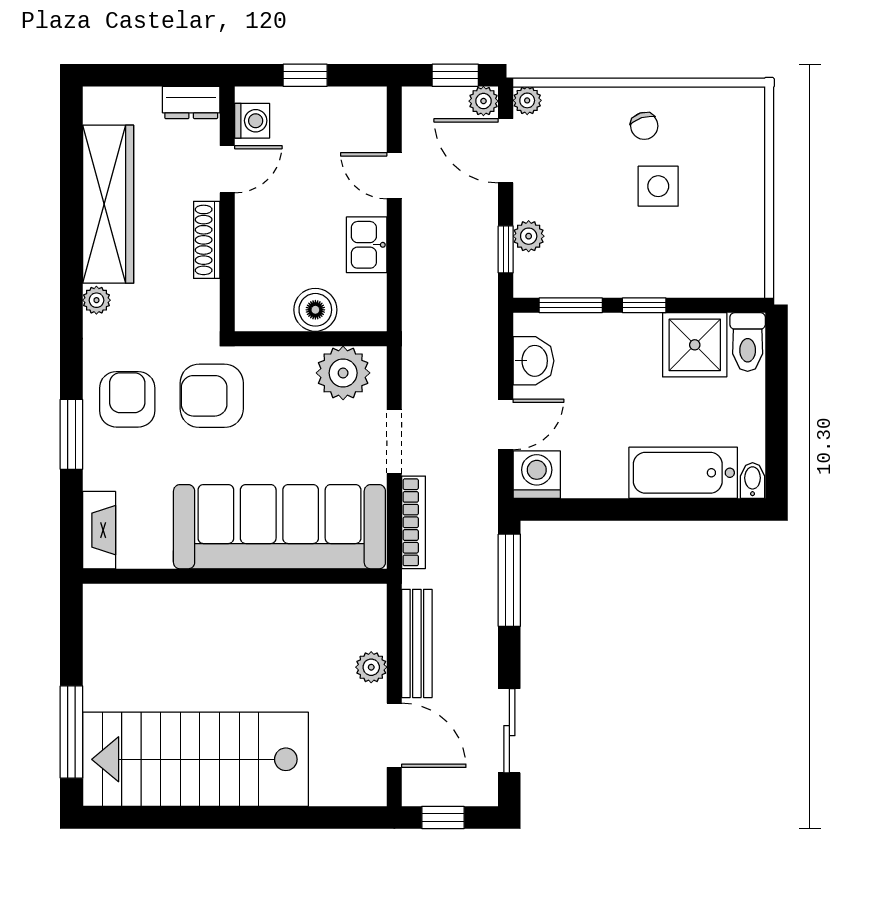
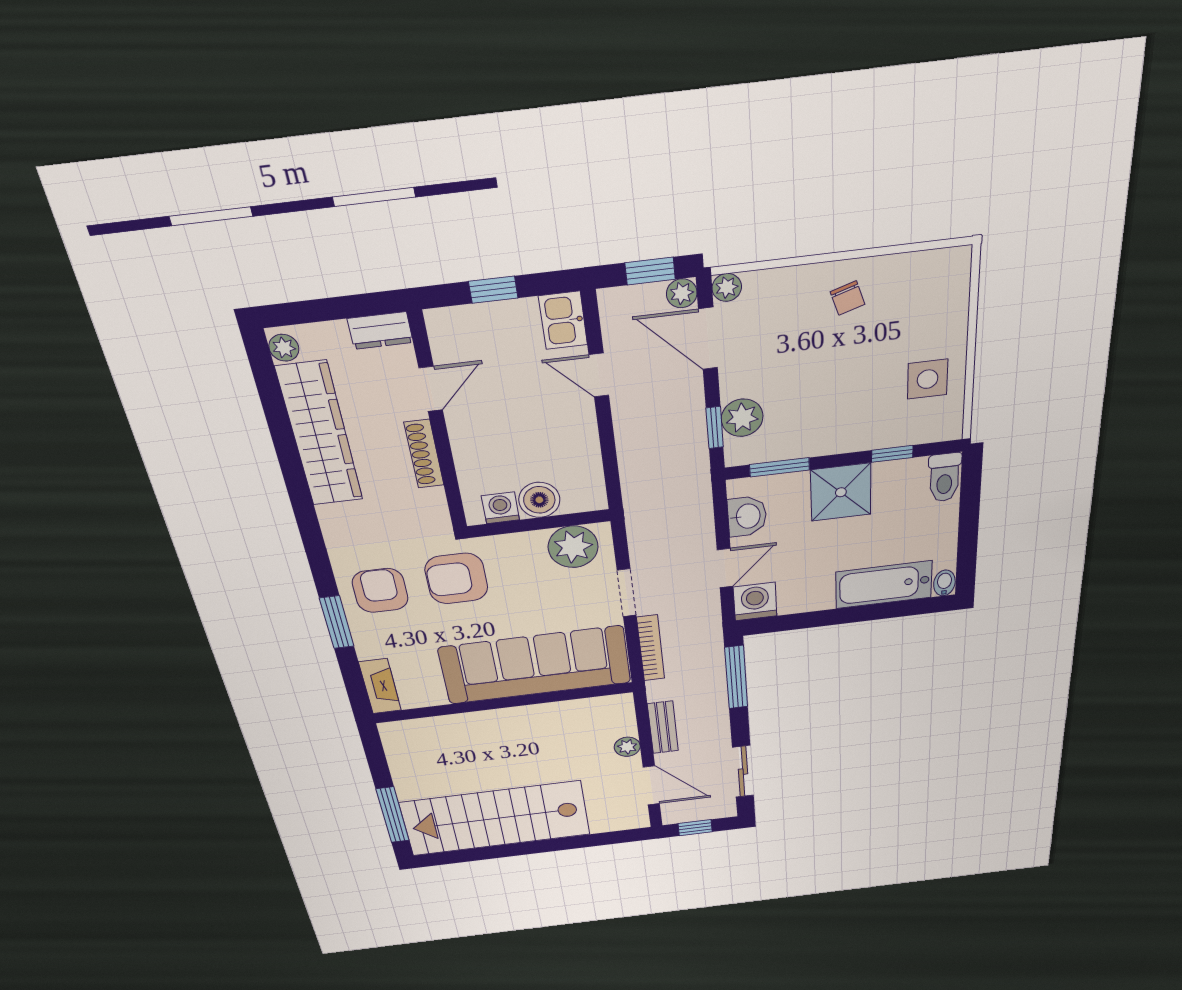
washing machine: (252, 121) -> (500, 508), moved, turned -90
side table: (658, 186) -> (928, 379), moved
plant: (529, 236) -> (742, 418), width x1.38, depth x1.38
kitchen sink: (367, 245) -> (563, 320), moved
plant: (96, 300) -> (284, 348), moved
window: (644, 305) -> (892, 454), moved
shower: (695, 345) -> (841, 492), moved
bench: (417, 643) -> (663, 727), width x0.73

